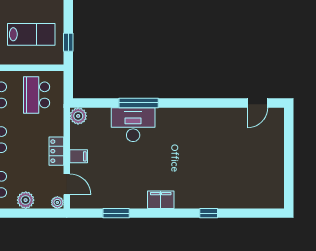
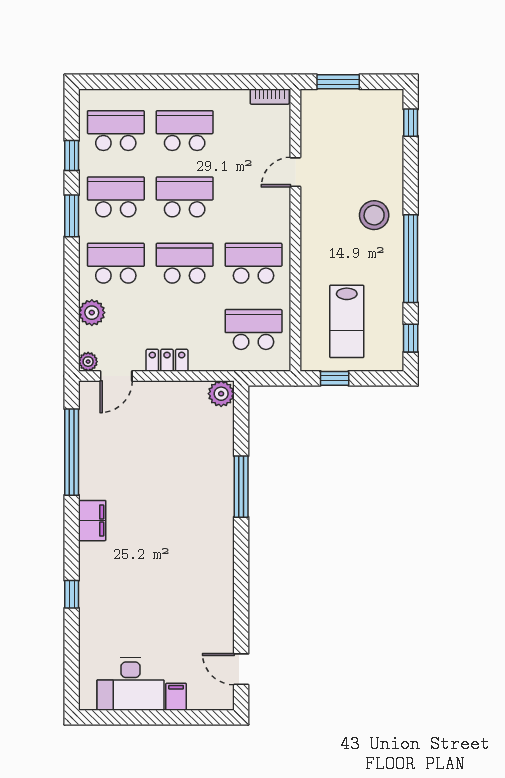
desk: (133, 125) -> (130, 684), moved, turned 90
filing cabinet: (79, 156) -> (176, 697), moved, turned 180
window: (116, 213) -> (72, 452), width x2.11

